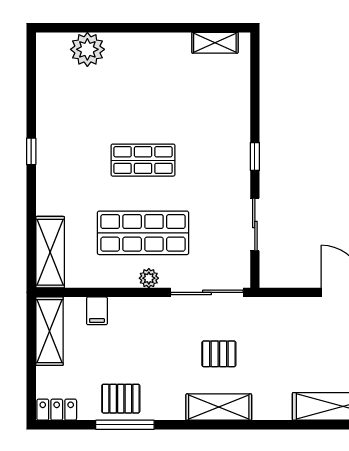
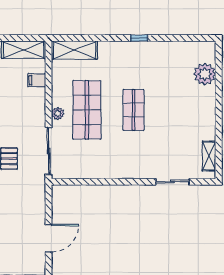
window: (255, 157) -> (136, 182), removed
sliding door: (255, 225) -> (172, 182), moved

